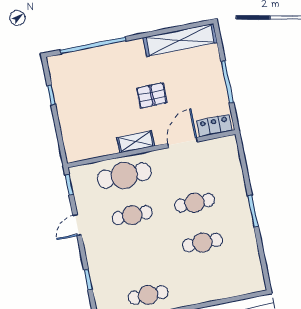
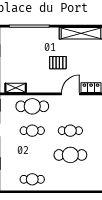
shelving: (136, 142) -> (16, 88), moved
cafe table: (202, 243) -> (70, 155), width x1.37, depth x1.35

